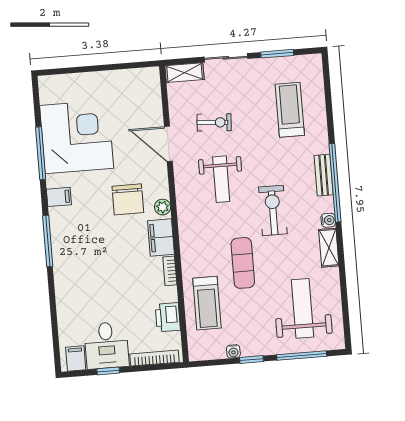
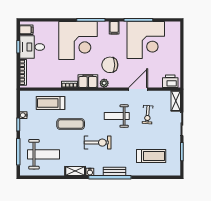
corner desk: (88, 262) -> (78, 41), added
printer: (168, 317) -> (170, 81), moved

